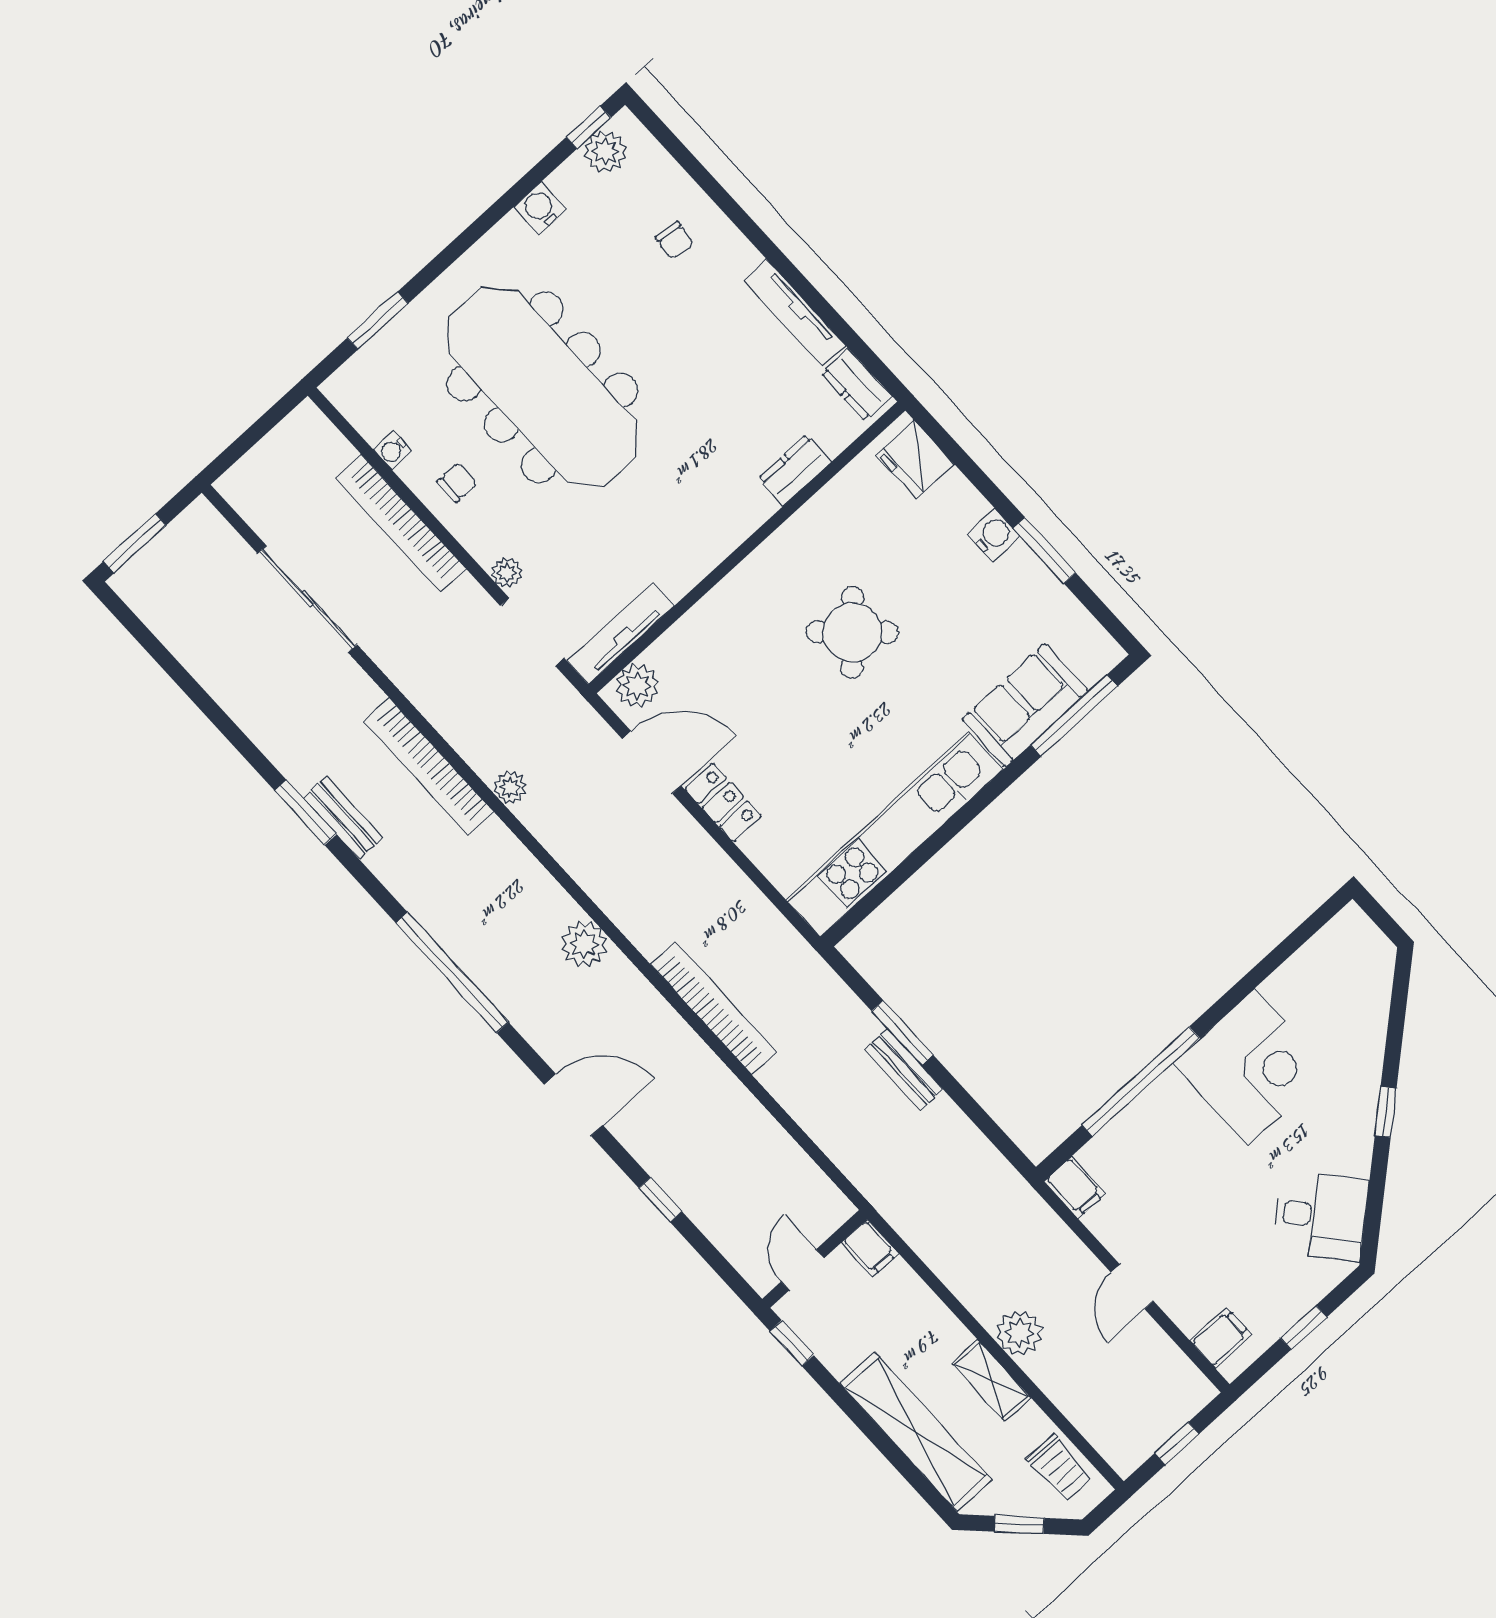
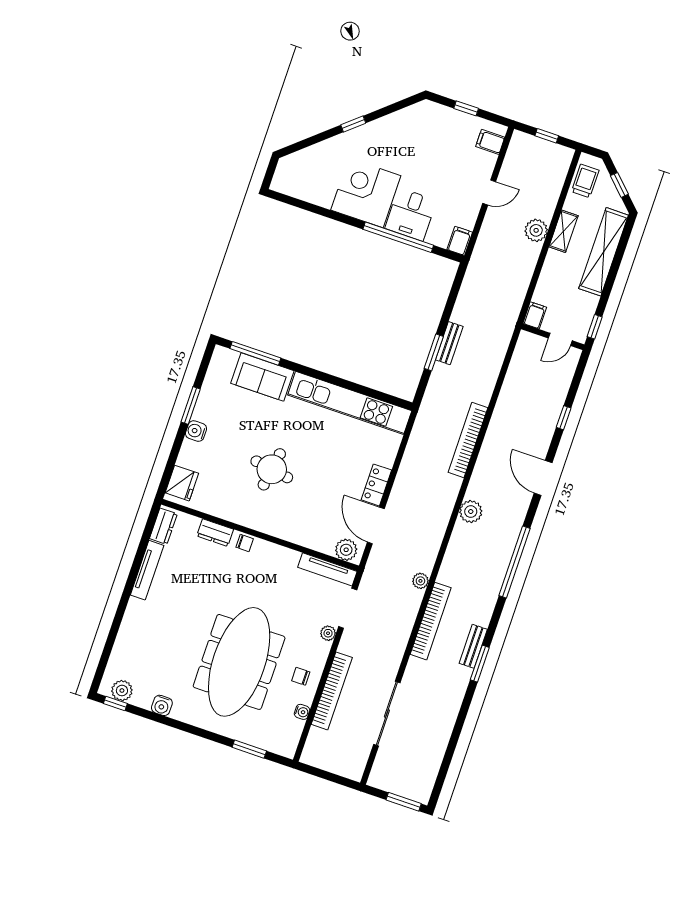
chair: (675, 240) -> (245, 543), moved, turned 83
round table: (852, 632) -> (272, 469), turned -34
desk: (1321, 1216) -> (411, 214), moved, turned -139

